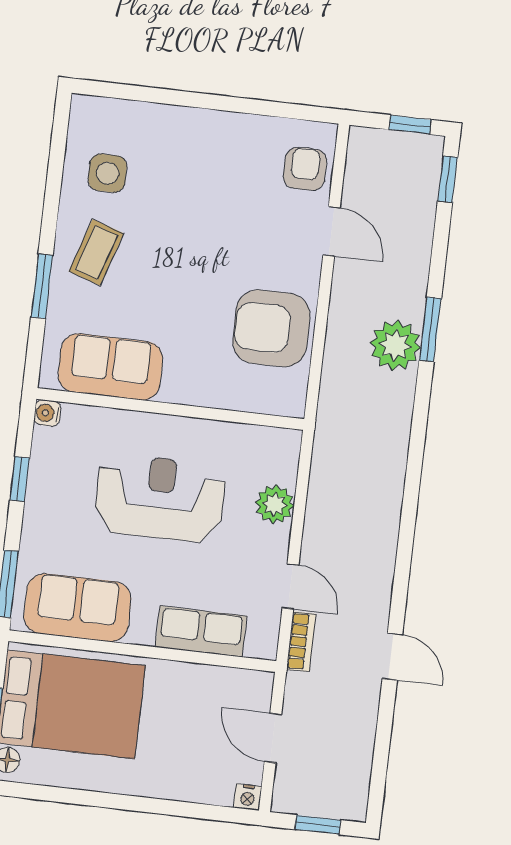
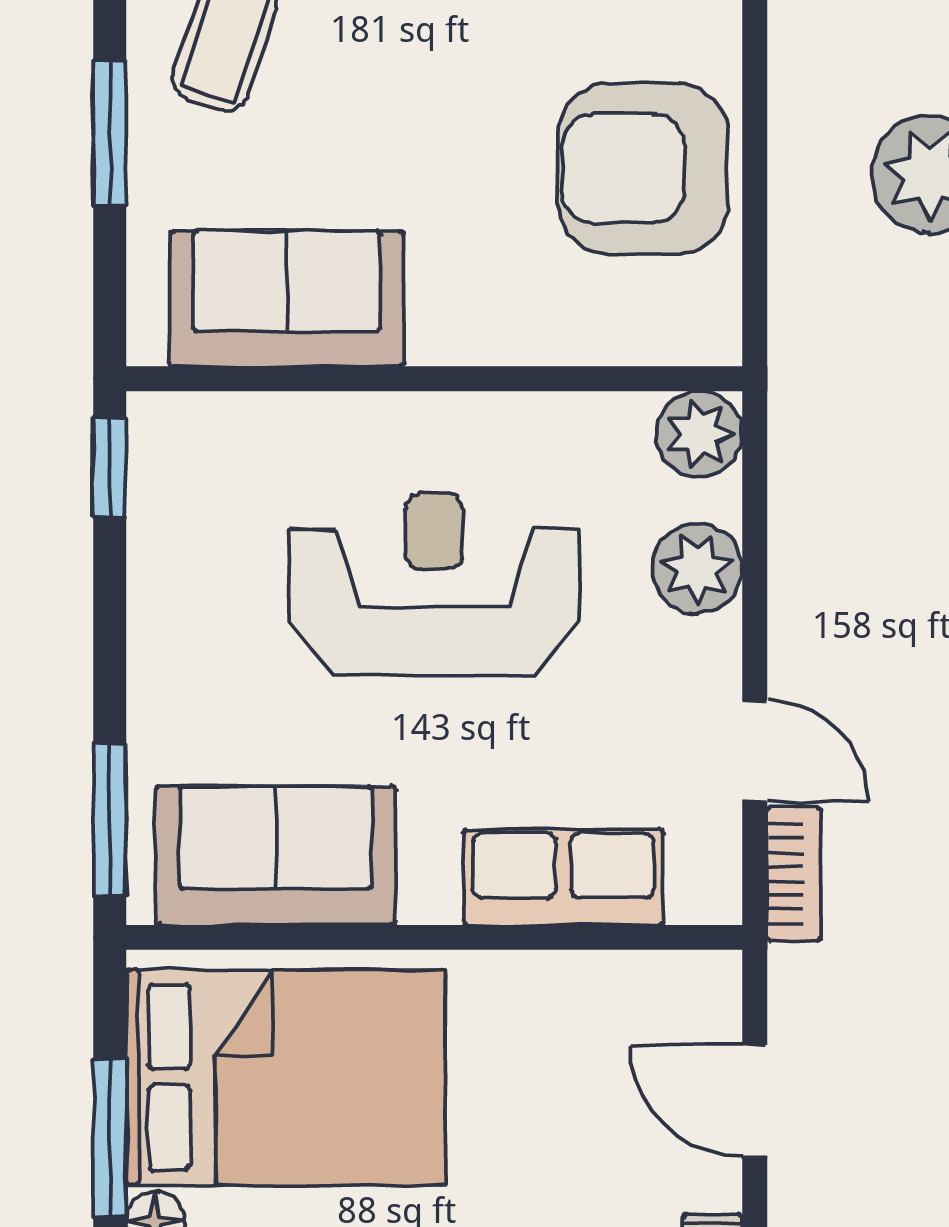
water cooler: (47, 413) -> (155, 420), removed
plant: (282, 446) -> (699, 434), added
window: (20, 479) -> (110, 467), moved

